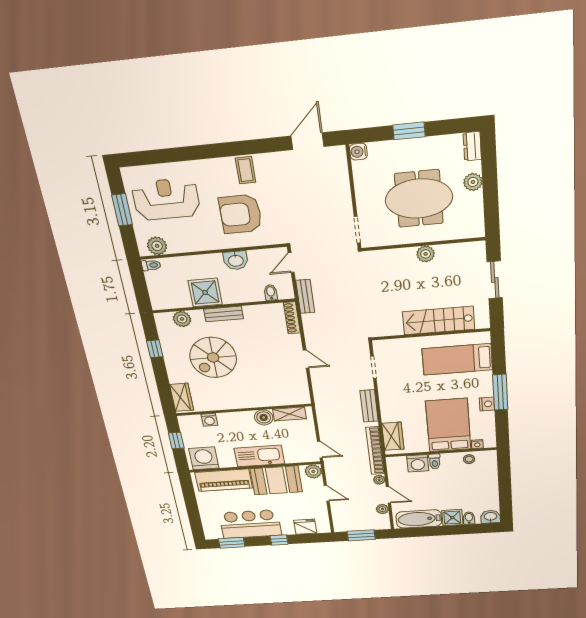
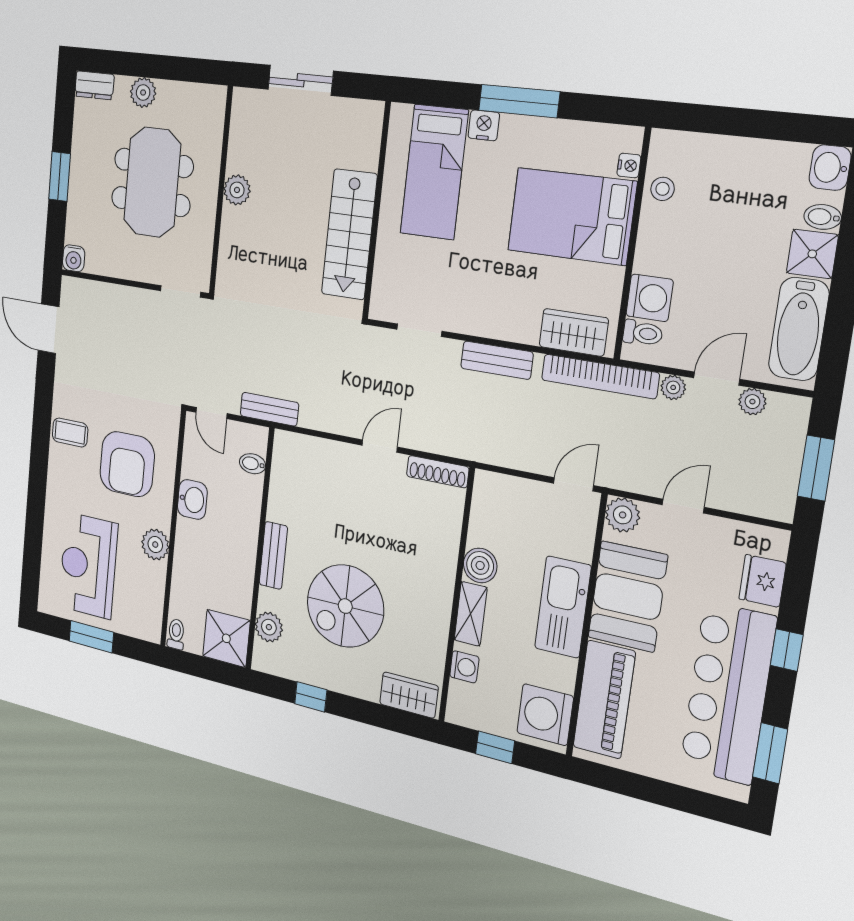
plant: (157, 246) -> (155, 545), moved
shower: (205, 292) -> (226, 638), moved
shoe rack: (292, 318) -> (438, 472), moved
stairs: (439, 320) -> (349, 234), moved
spiral stairs: (213, 357) -> (345, 606), turned 90
nightstand: (487, 404) -> (484, 125), moved
shelving: (289, 414) -> (471, 614), moved
toilet: (435, 461) -> (643, 333), moved
bar counter: (250, 524) -> (728, 693), width x1.36

